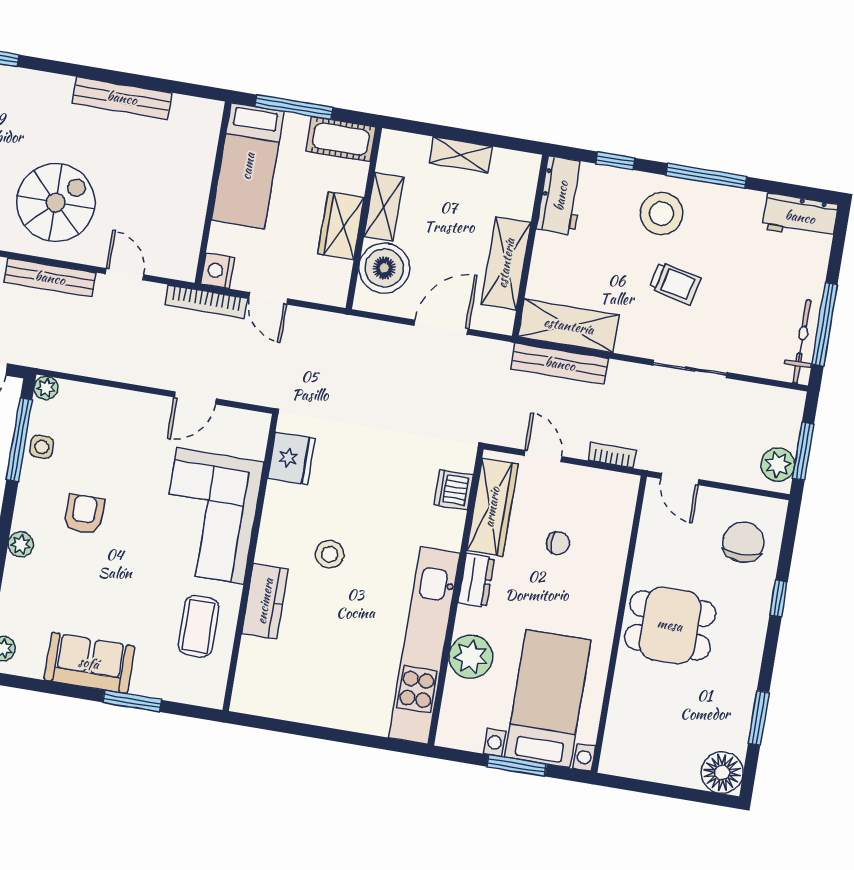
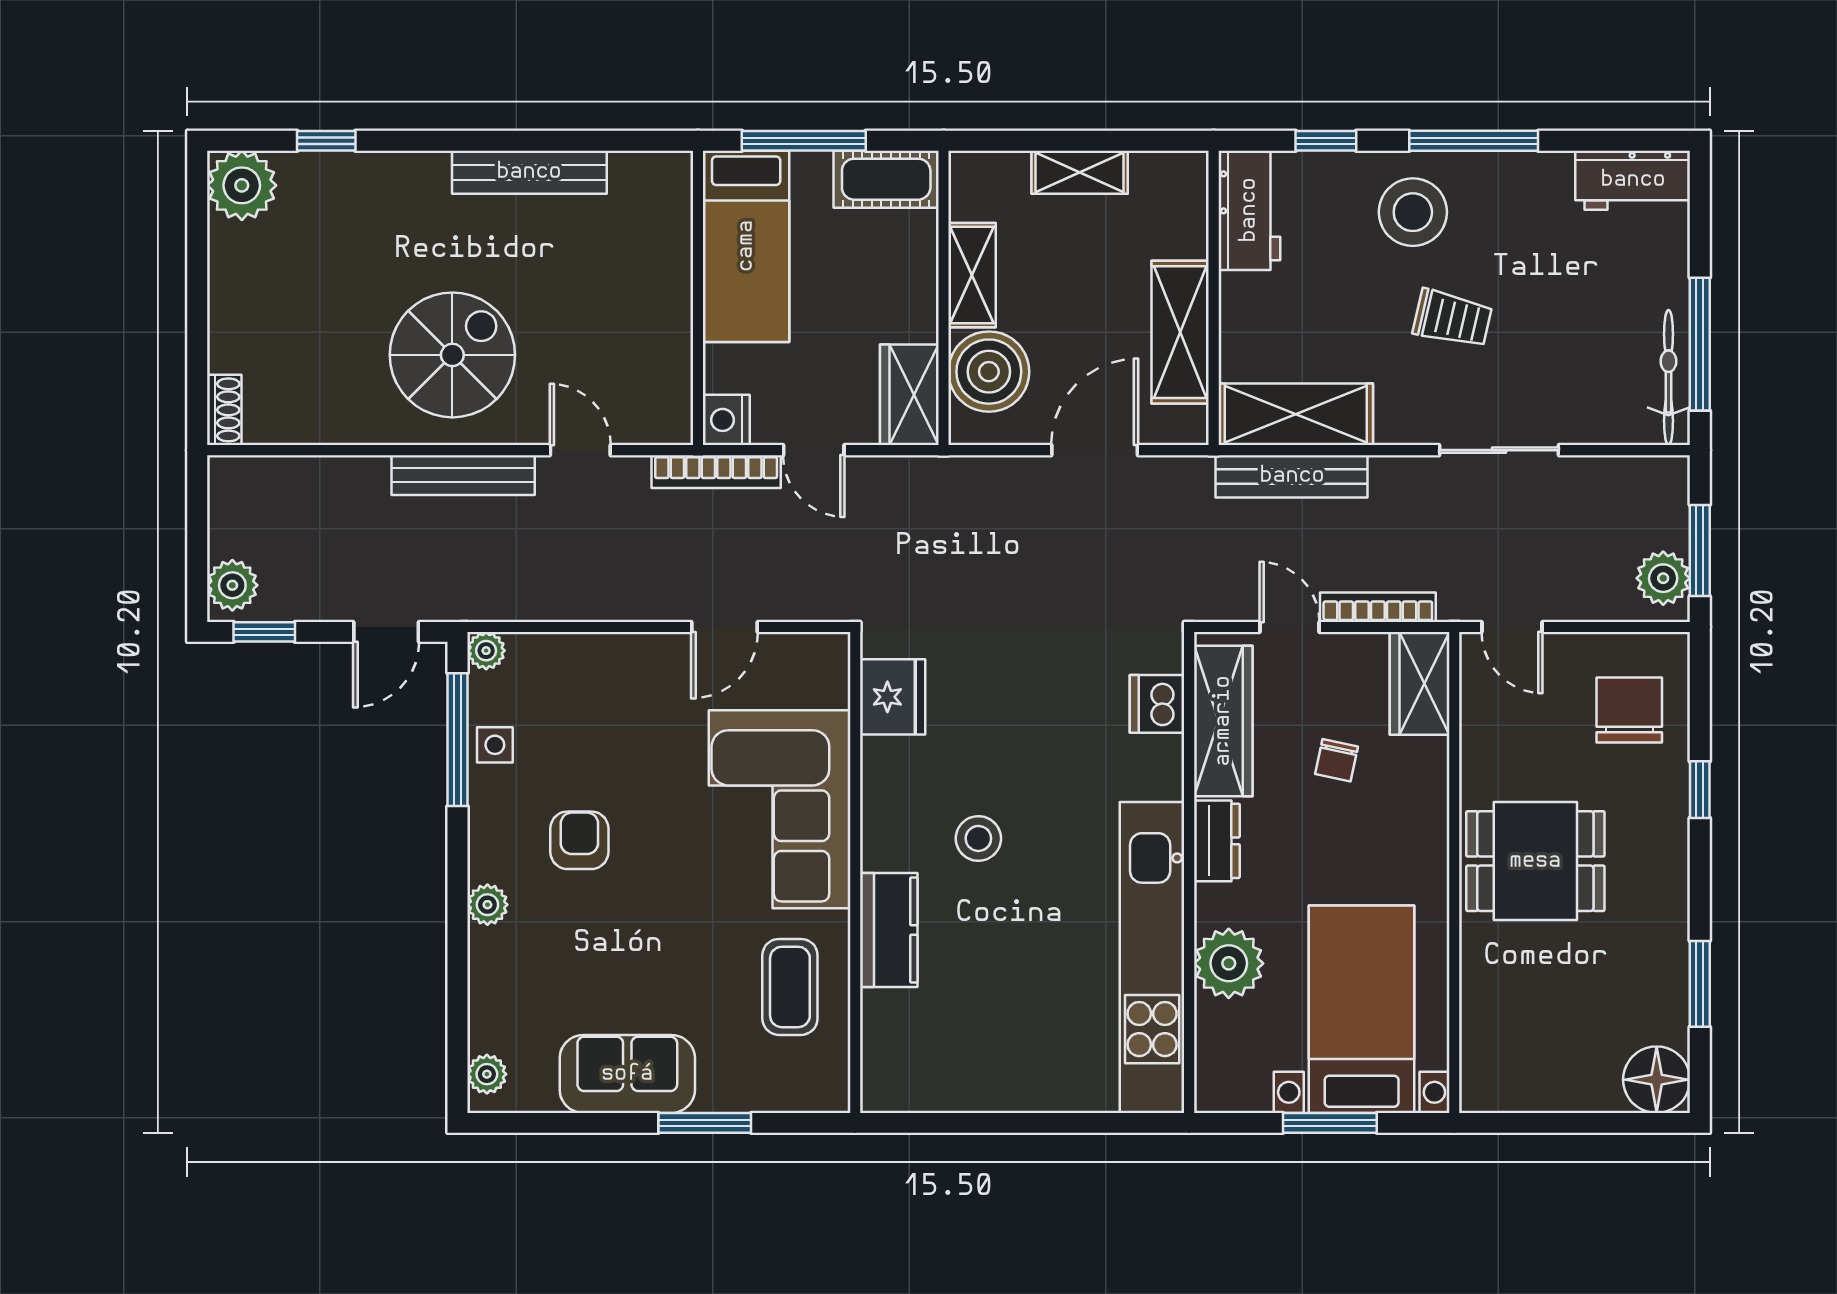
wardrobe: (341, 226) -> (909, 395), moved
bookcase: (612, 455) -> (1378, 607), width x1.56
wardrobe: (617, 504) -> (1420, 684), added
chair: (558, 543) -> (1337, 760), turned 102

